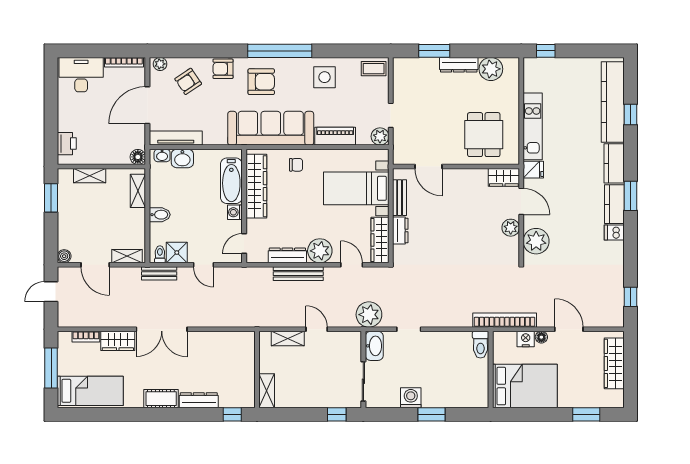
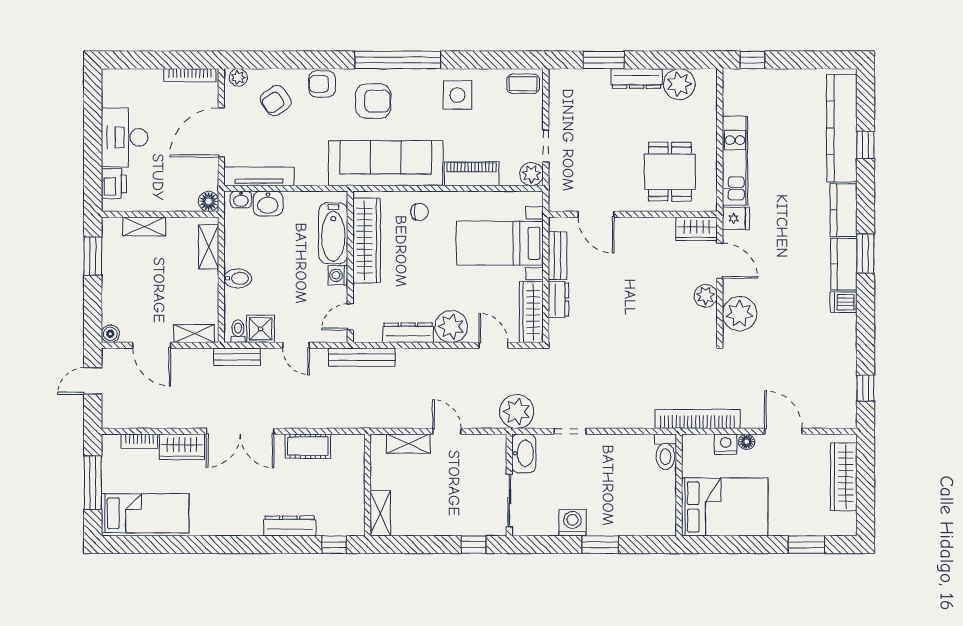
desk: (81, 75) -> (125, 137), moved, turned -90
bench: (298, 274) -> (362, 357), moved
cot: (161, 399) -> (308, 446), moved

